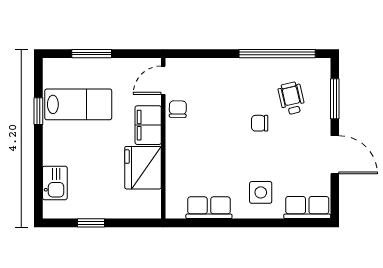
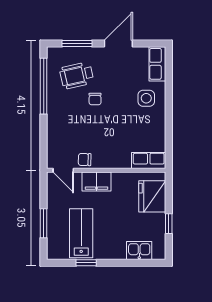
wheelchair: (292, 98) -> (77, 75), width x1.36, depth x1.37
fridge: (143, 168) -> (152, 196), moved, turned 90
row of seats: (209, 208) -> (149, 161), moved, turned 90

